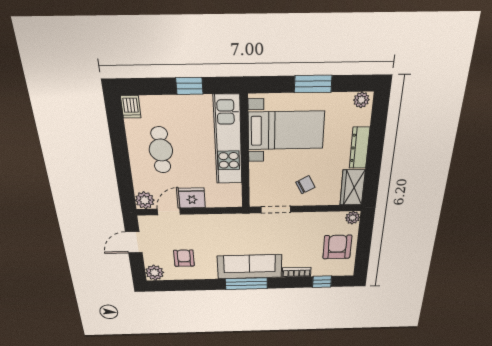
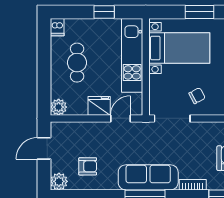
doorway: (276, 209) -> (172, 118), width x1.38
door: (169, 212) -> (120, 118), moved
armchair: (184, 258) -> (88, 166), turned 90

